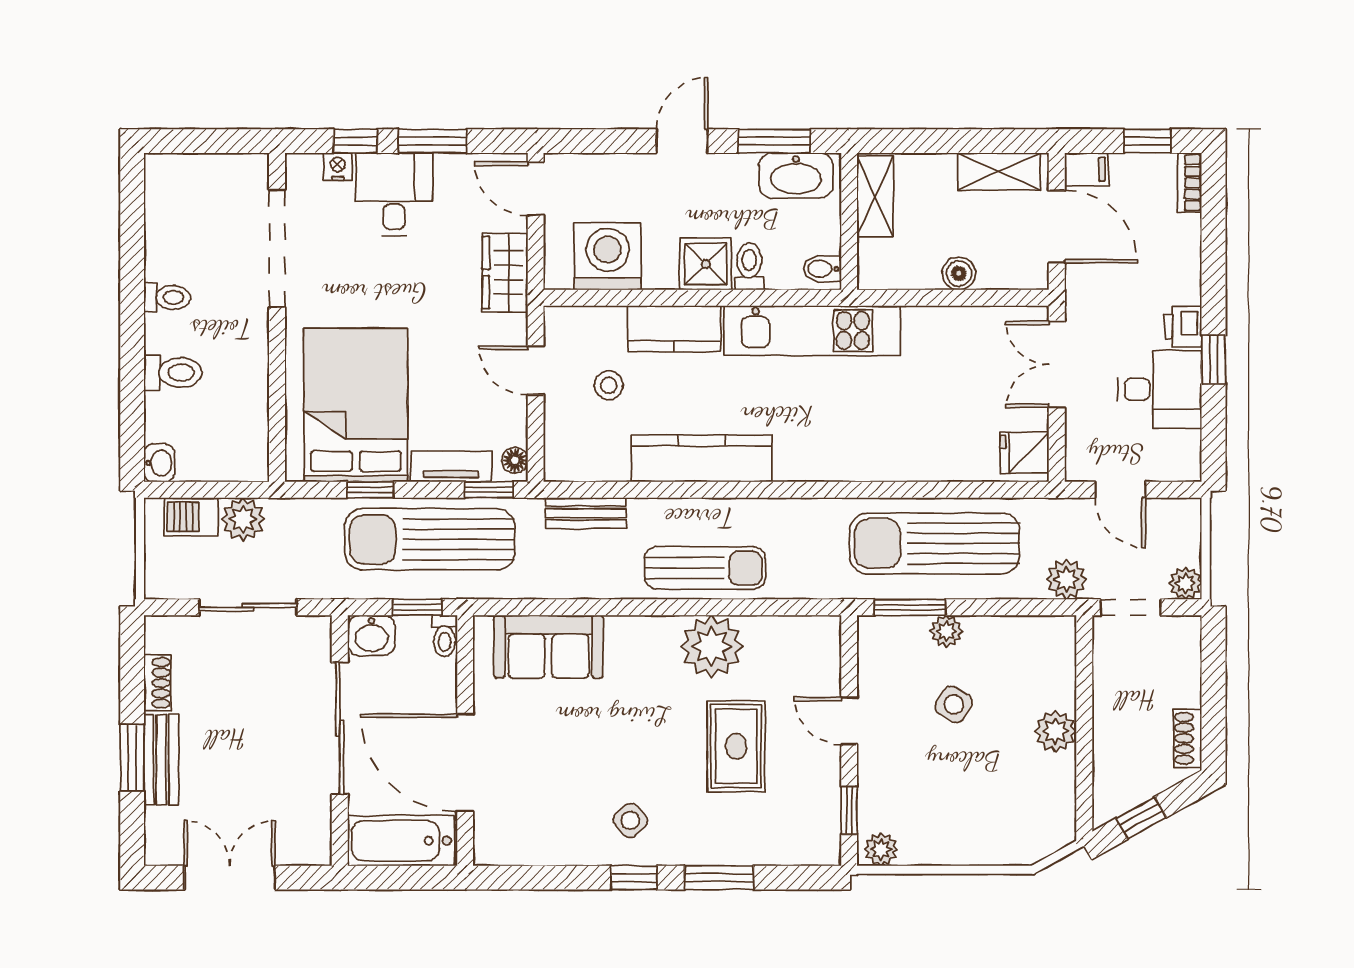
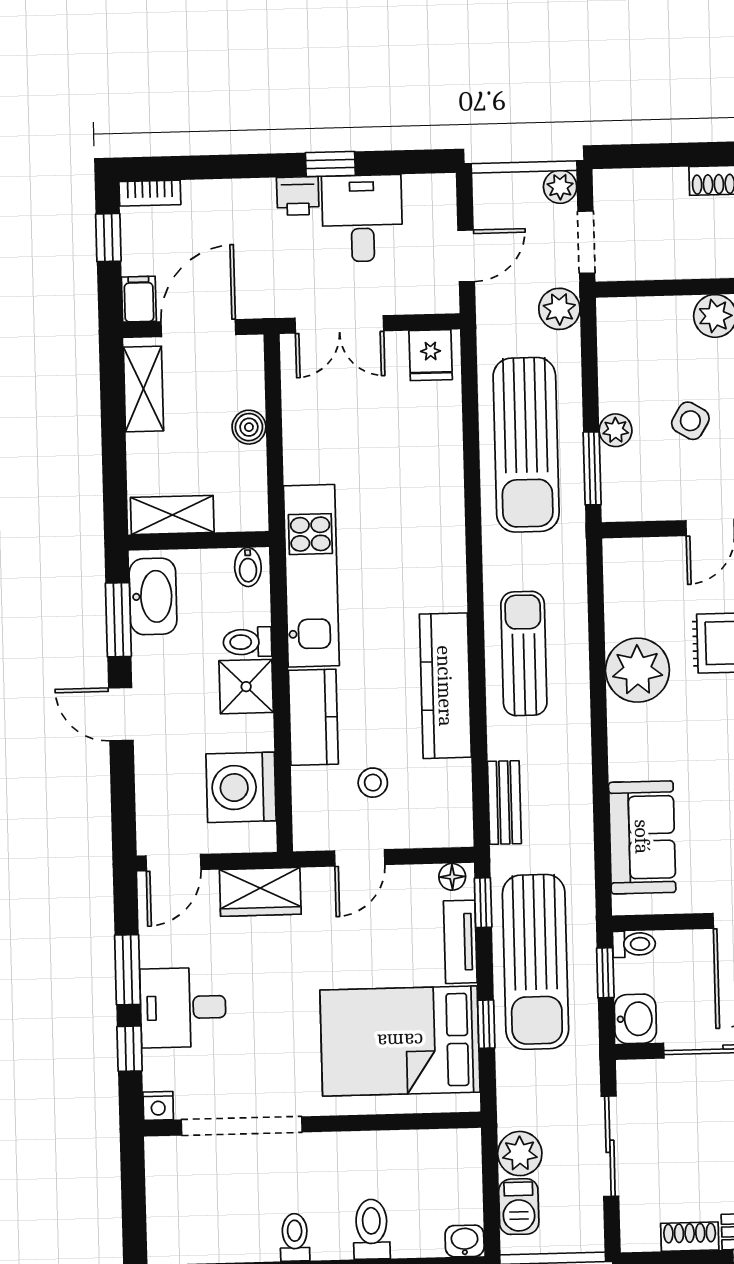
nightstand: (338, 167) -> (158, 1106), moved, turned -90
sun lounger: (705, 568) -> (524, 653), moved

